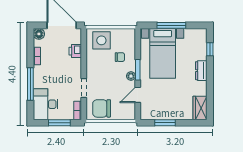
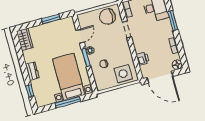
window: (30, 84) -> (173, 21), width x0.69
chair: (102, 108) -> (107, 17), turned 180

